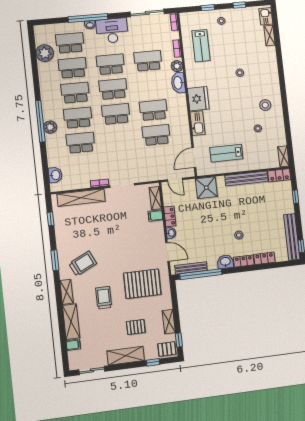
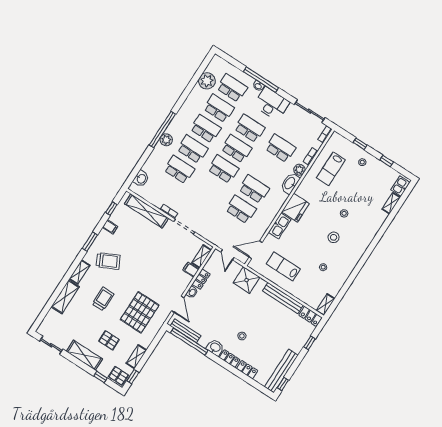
stool: (265, 105) -> (334, 237), moved
pallet: (142, 284) -> (140, 312), turned 90
filing cabinet: (73, 345) -> (110, 227), moved

